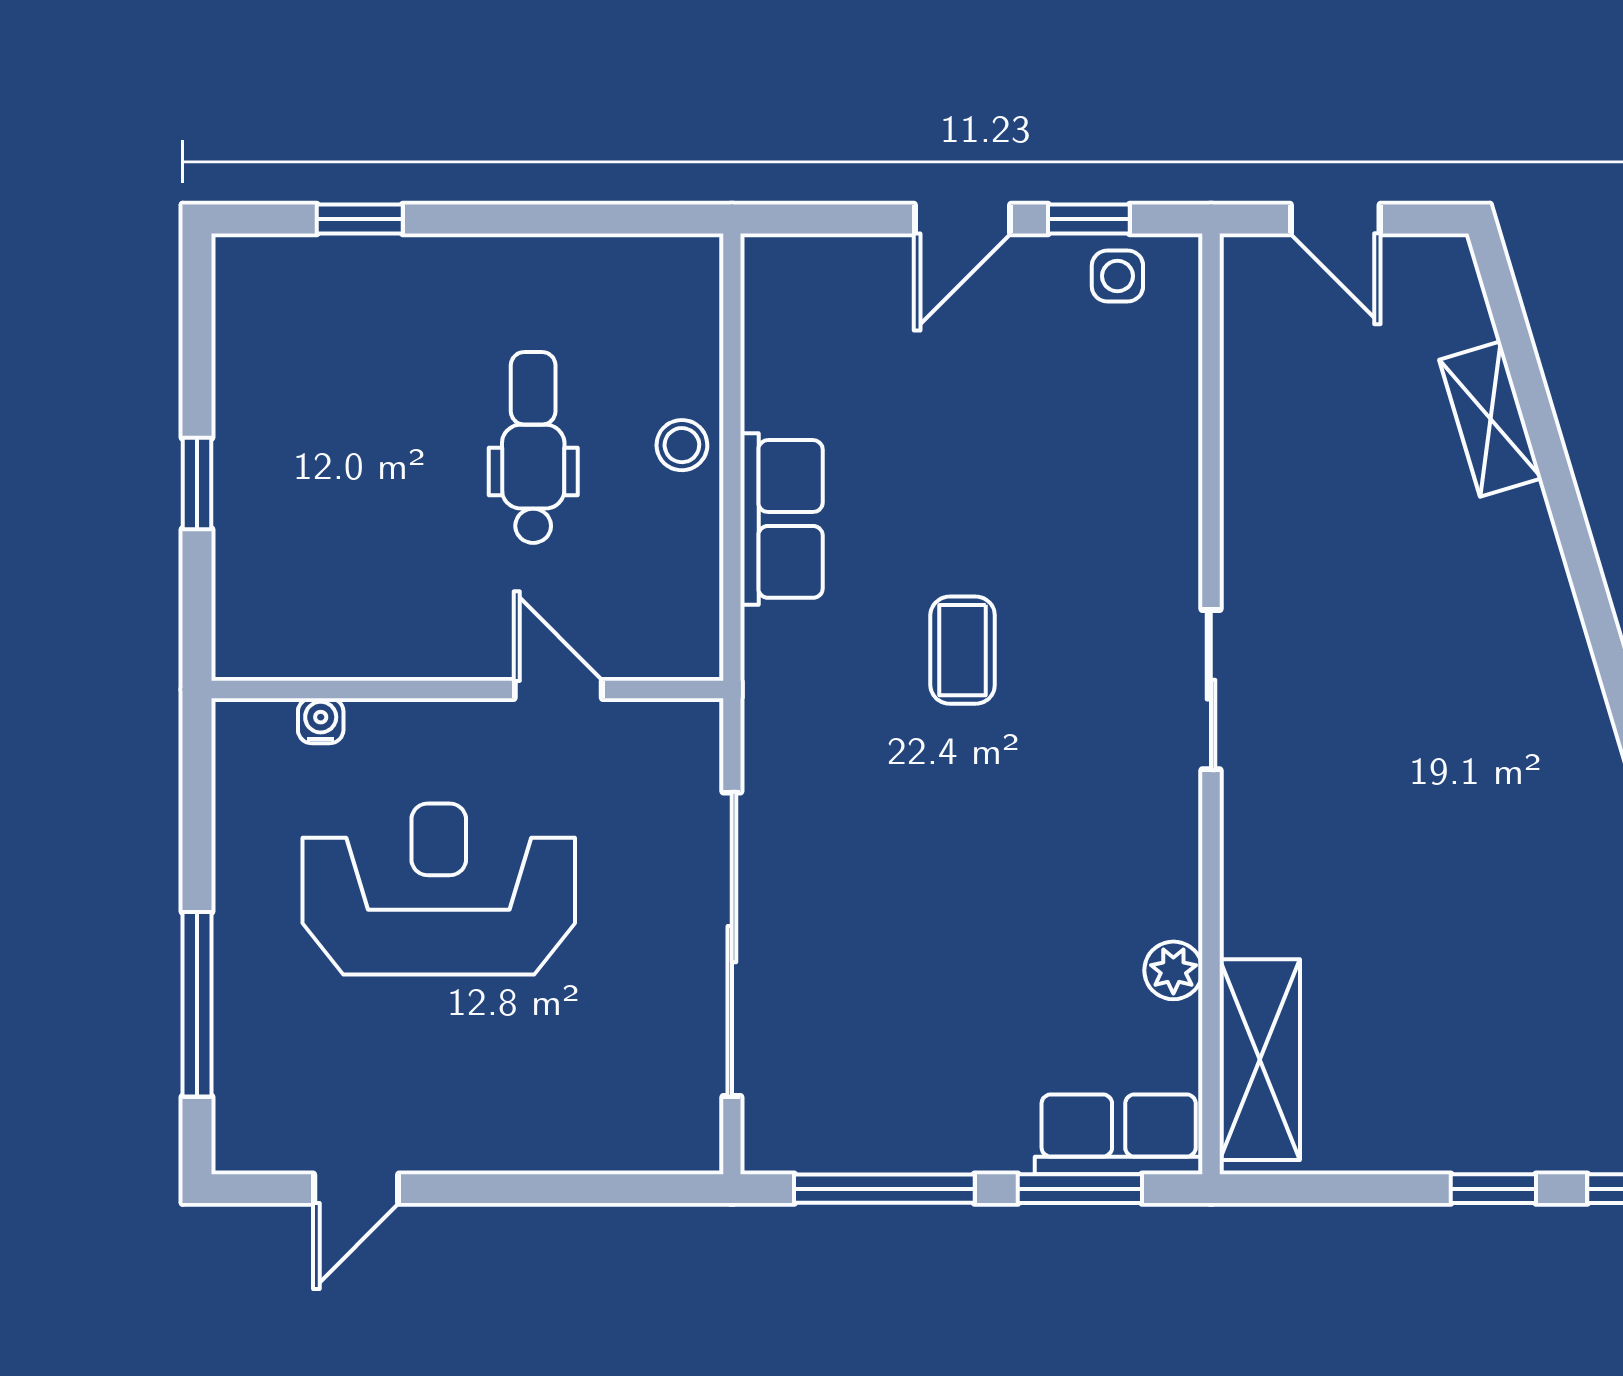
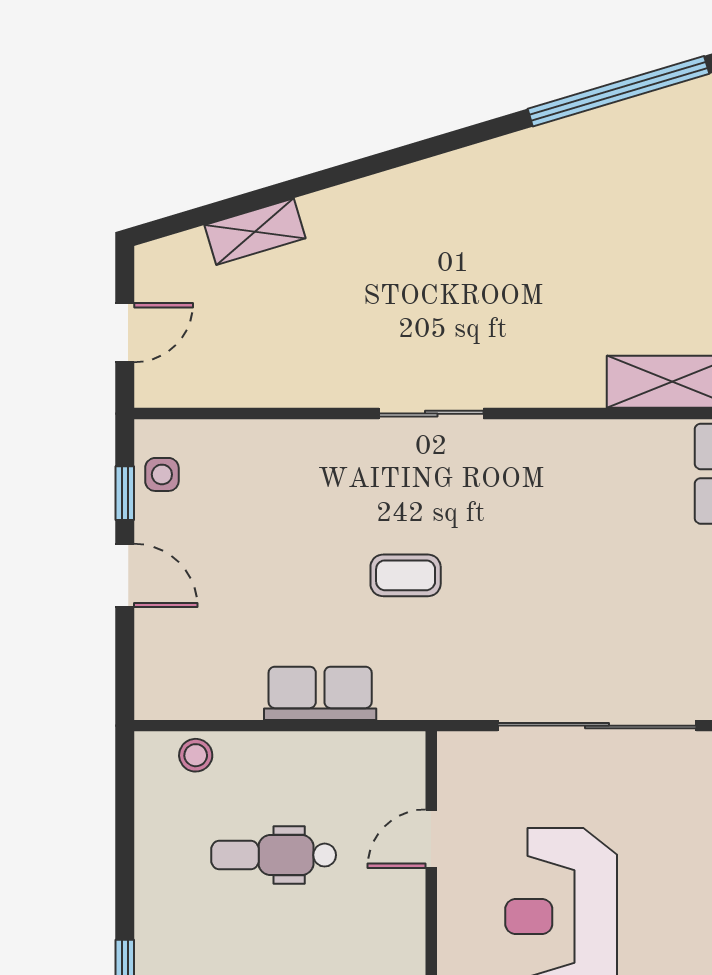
stool: (682, 445) -> (196, 755), moved
plant: (1173, 970) -> (614, 438), removed

